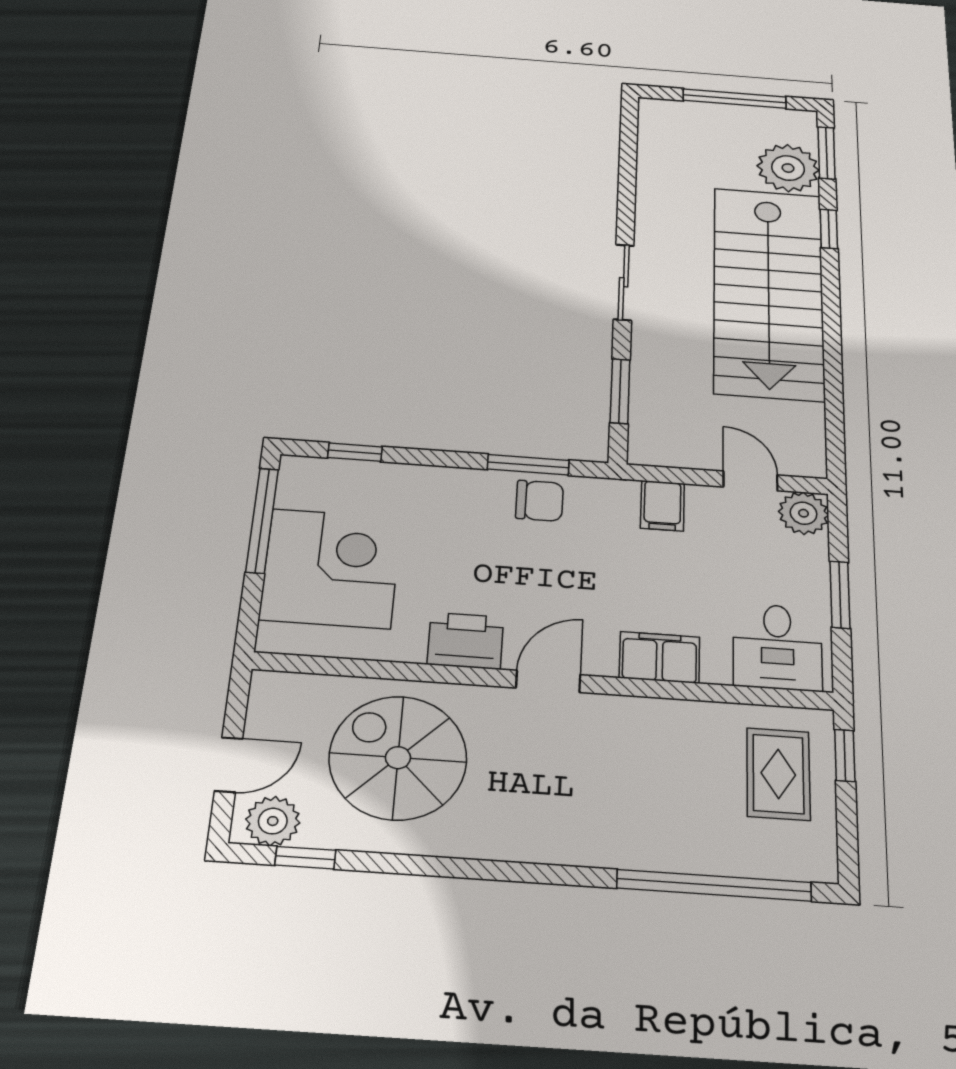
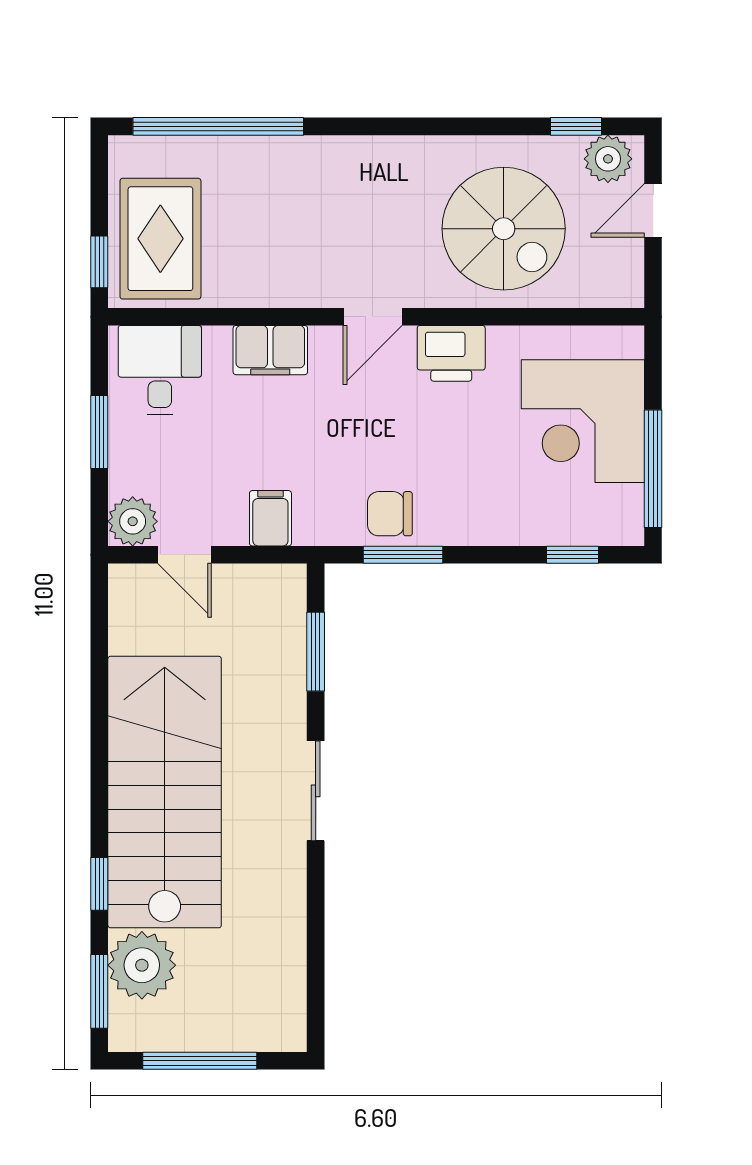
rug: (778, 774) -> (160, 239), width x1.36, depth x1.43

